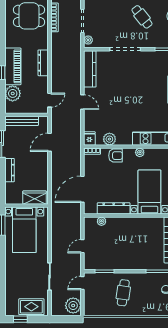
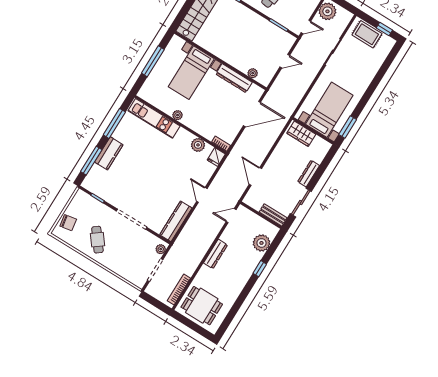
piano: (13, 66) -> (246, 268), removed
bench: (22, 121) -> (273, 215), width x0.73
door: (50, 142) -> (255, 176), swing flipped
armchair: (116, 156) -> (202, 126), removed

